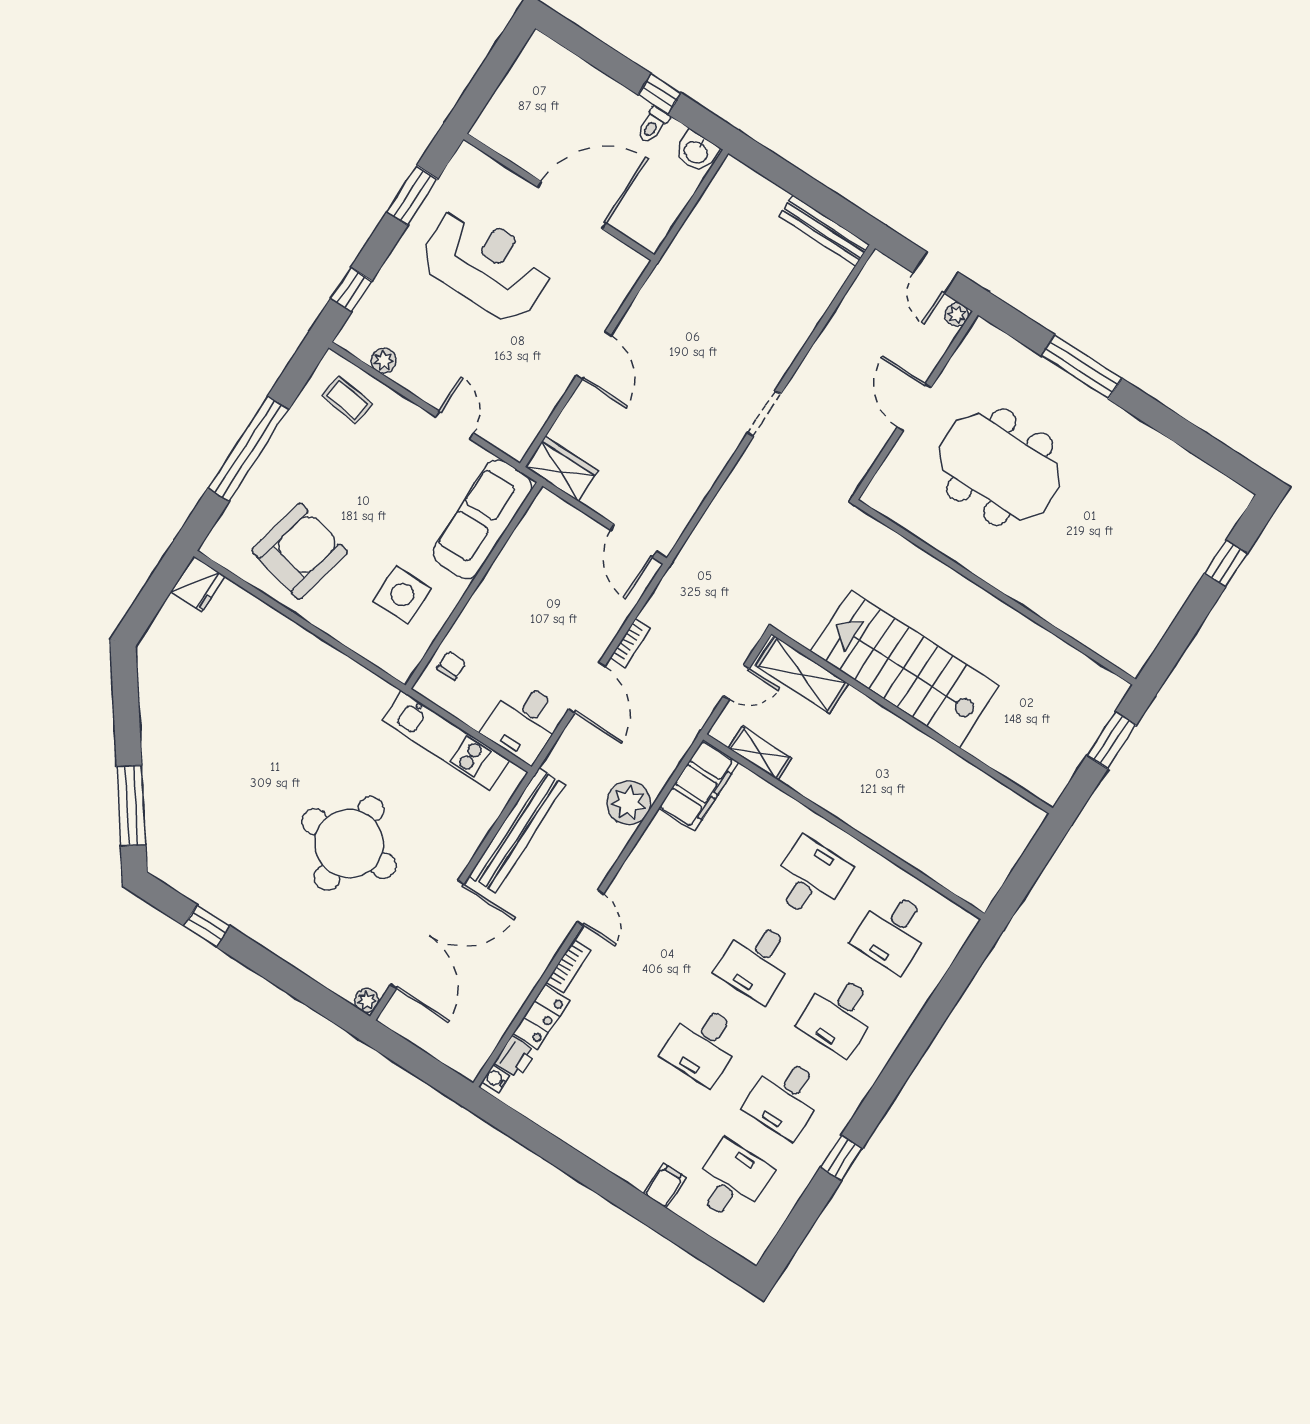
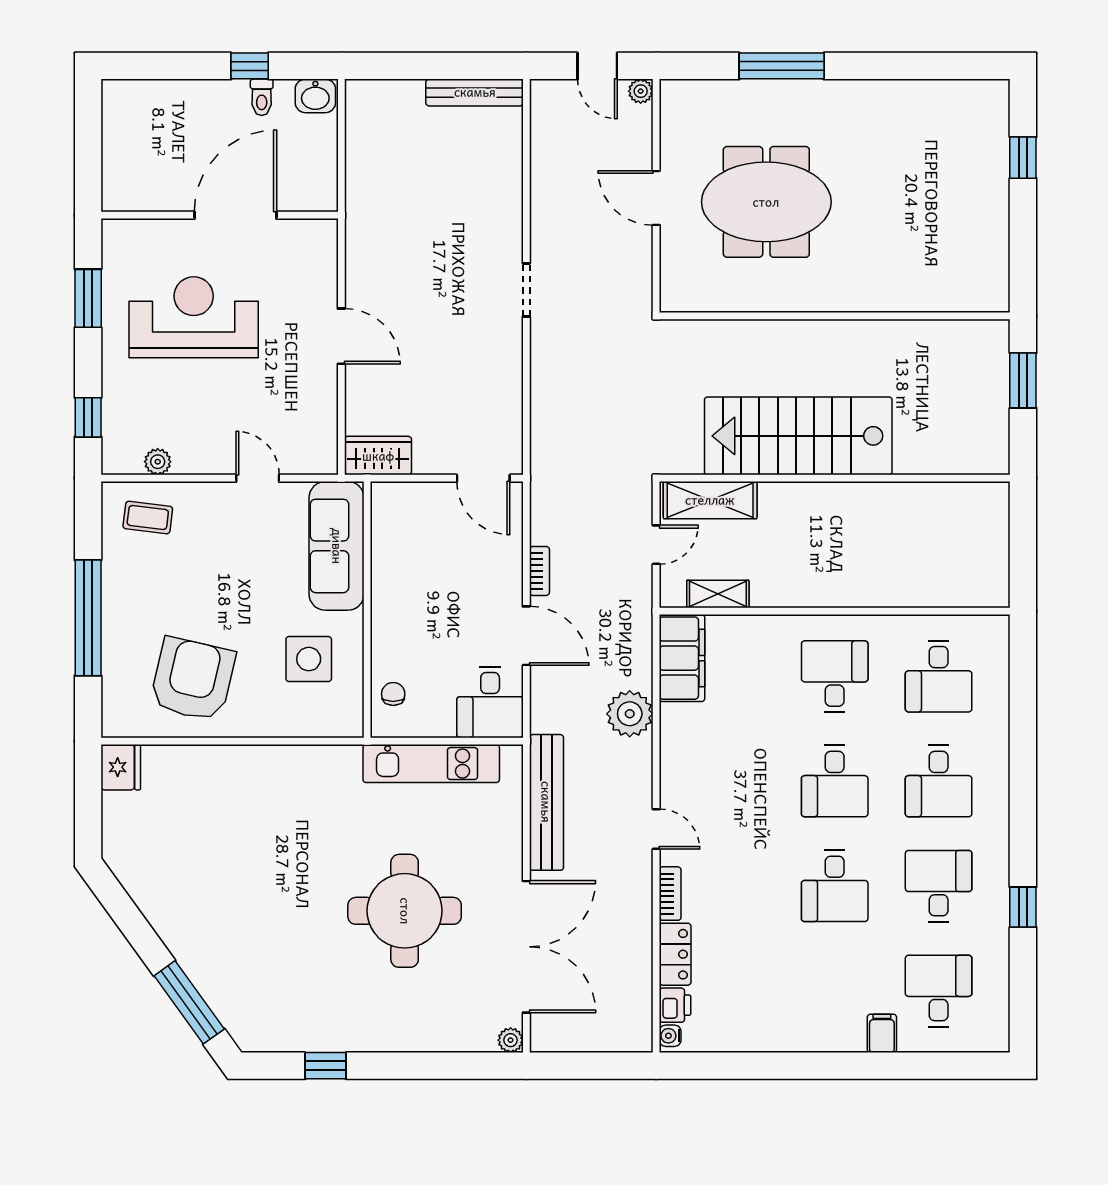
desk: (785, 1098) -> (939, 886), turned 180

